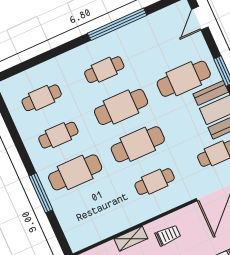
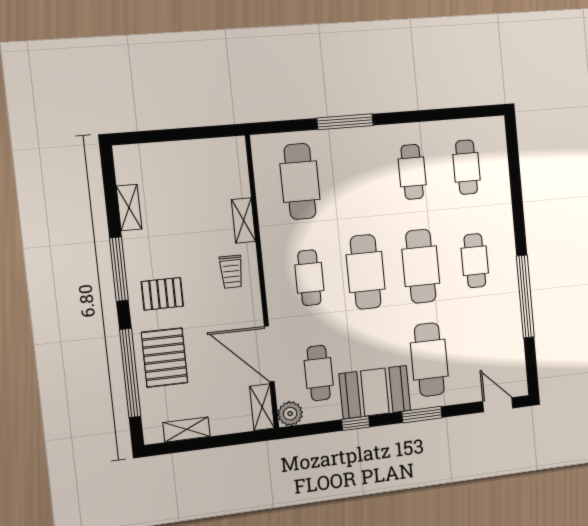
cafe table: (75, 172) -> (300, 182), moved

